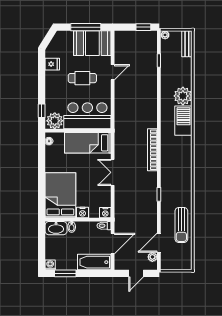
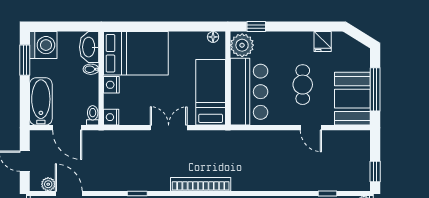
washing machine: (50, 265) -> (43, 45), width x1.89, depth x1.89

